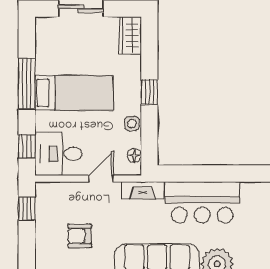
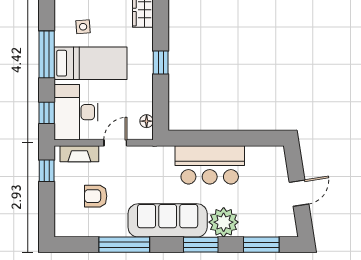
side table: (132, 124) -> (83, 27), moved
desk: (58, 154) -> (76, 112), width x1.37
fireplace: (143, 190) -> (79, 154), moved

